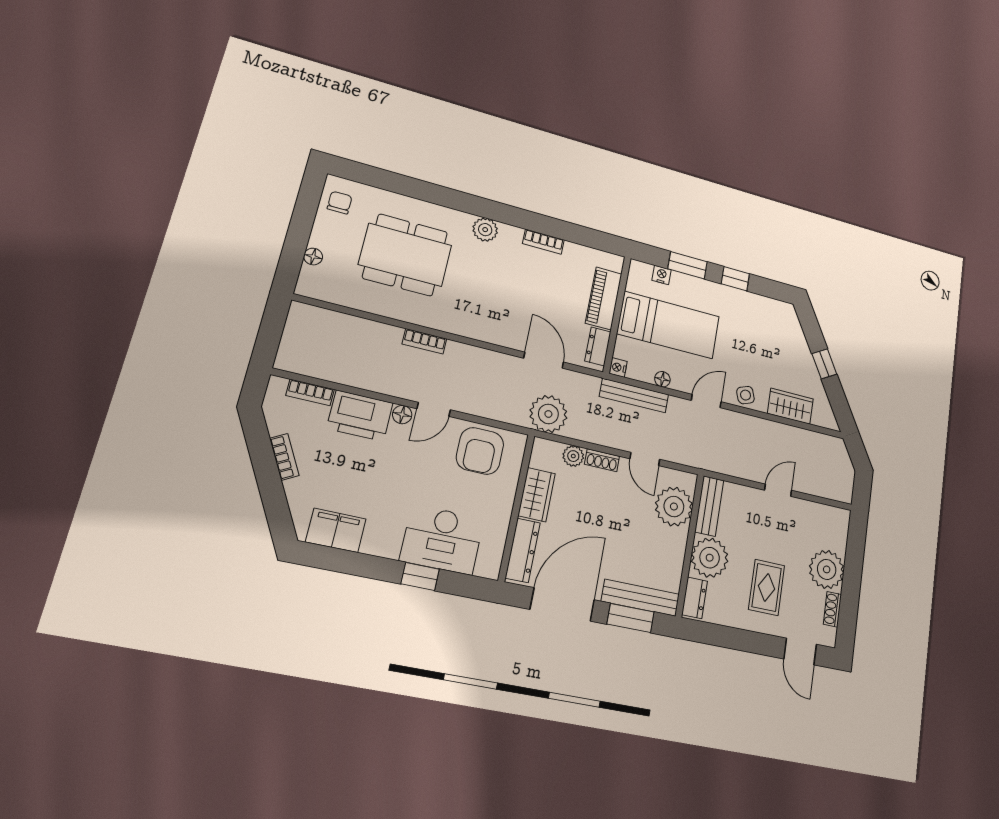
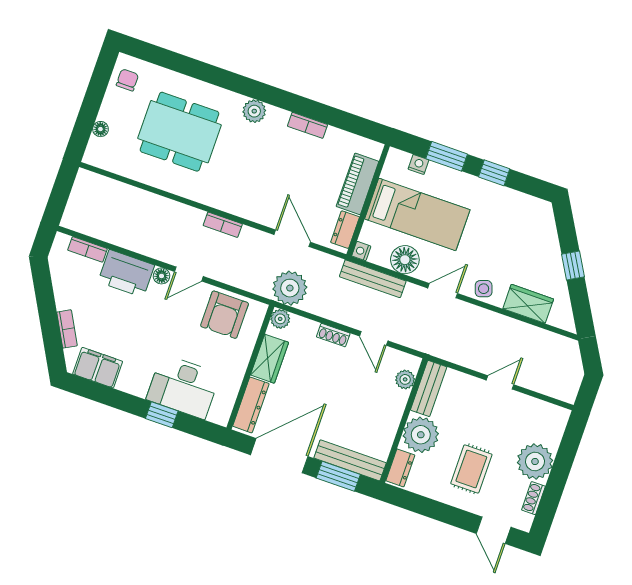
bookcase: (424, 341) -> (223, 225), moved
floor lamp: (662, 379) -> (405, 260), width x1.89, depth x1.89
plant: (573, 456) -> (280, 319), moved
bookcase: (284, 457) -> (67, 329), moved
plant: (674, 507) -> (405, 379), width x0.53, depth x0.53

